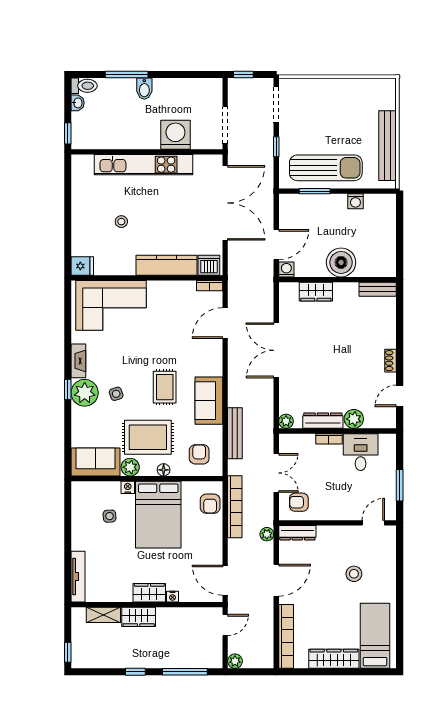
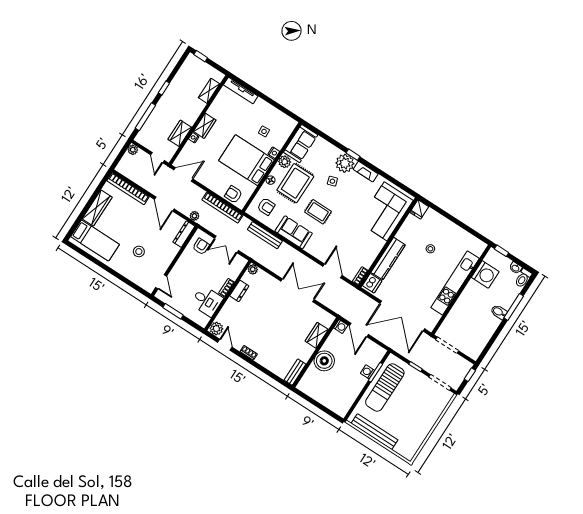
washing machine: (175, 135) -> (485, 274), moved
washing machine: (355, 201) -> (368, 372), moved
plant: (354, 419) -> (216, 329), moved
dresser: (323, 421) -> (239, 291), width x0.70
wardrobe: (139, 617) -> (180, 133), moved

